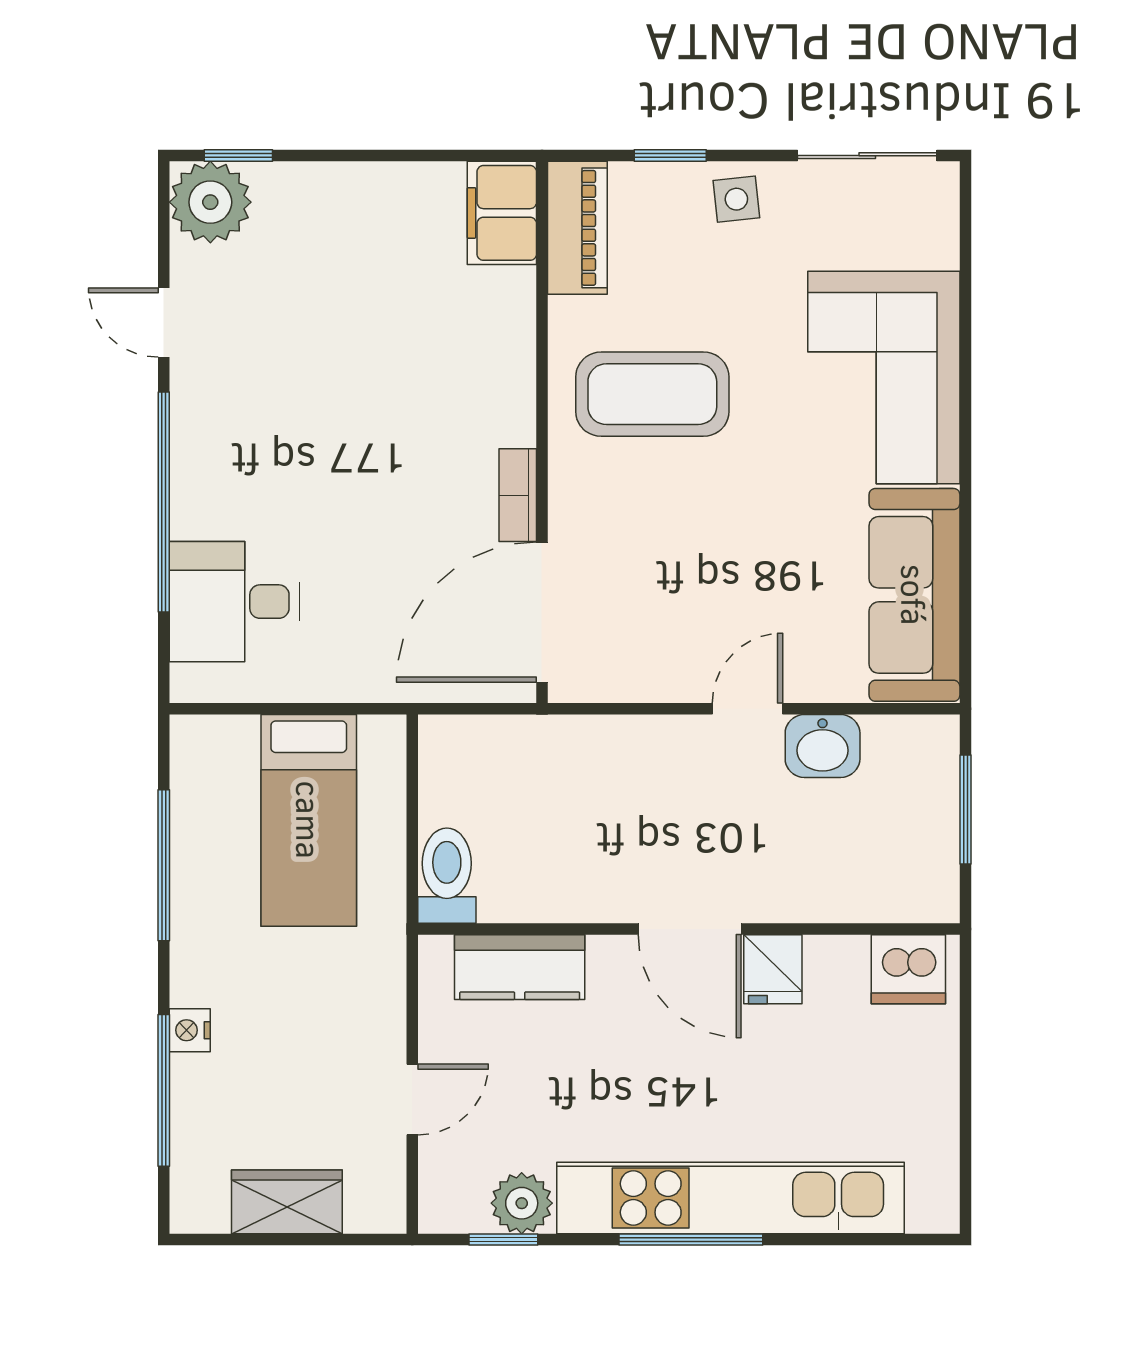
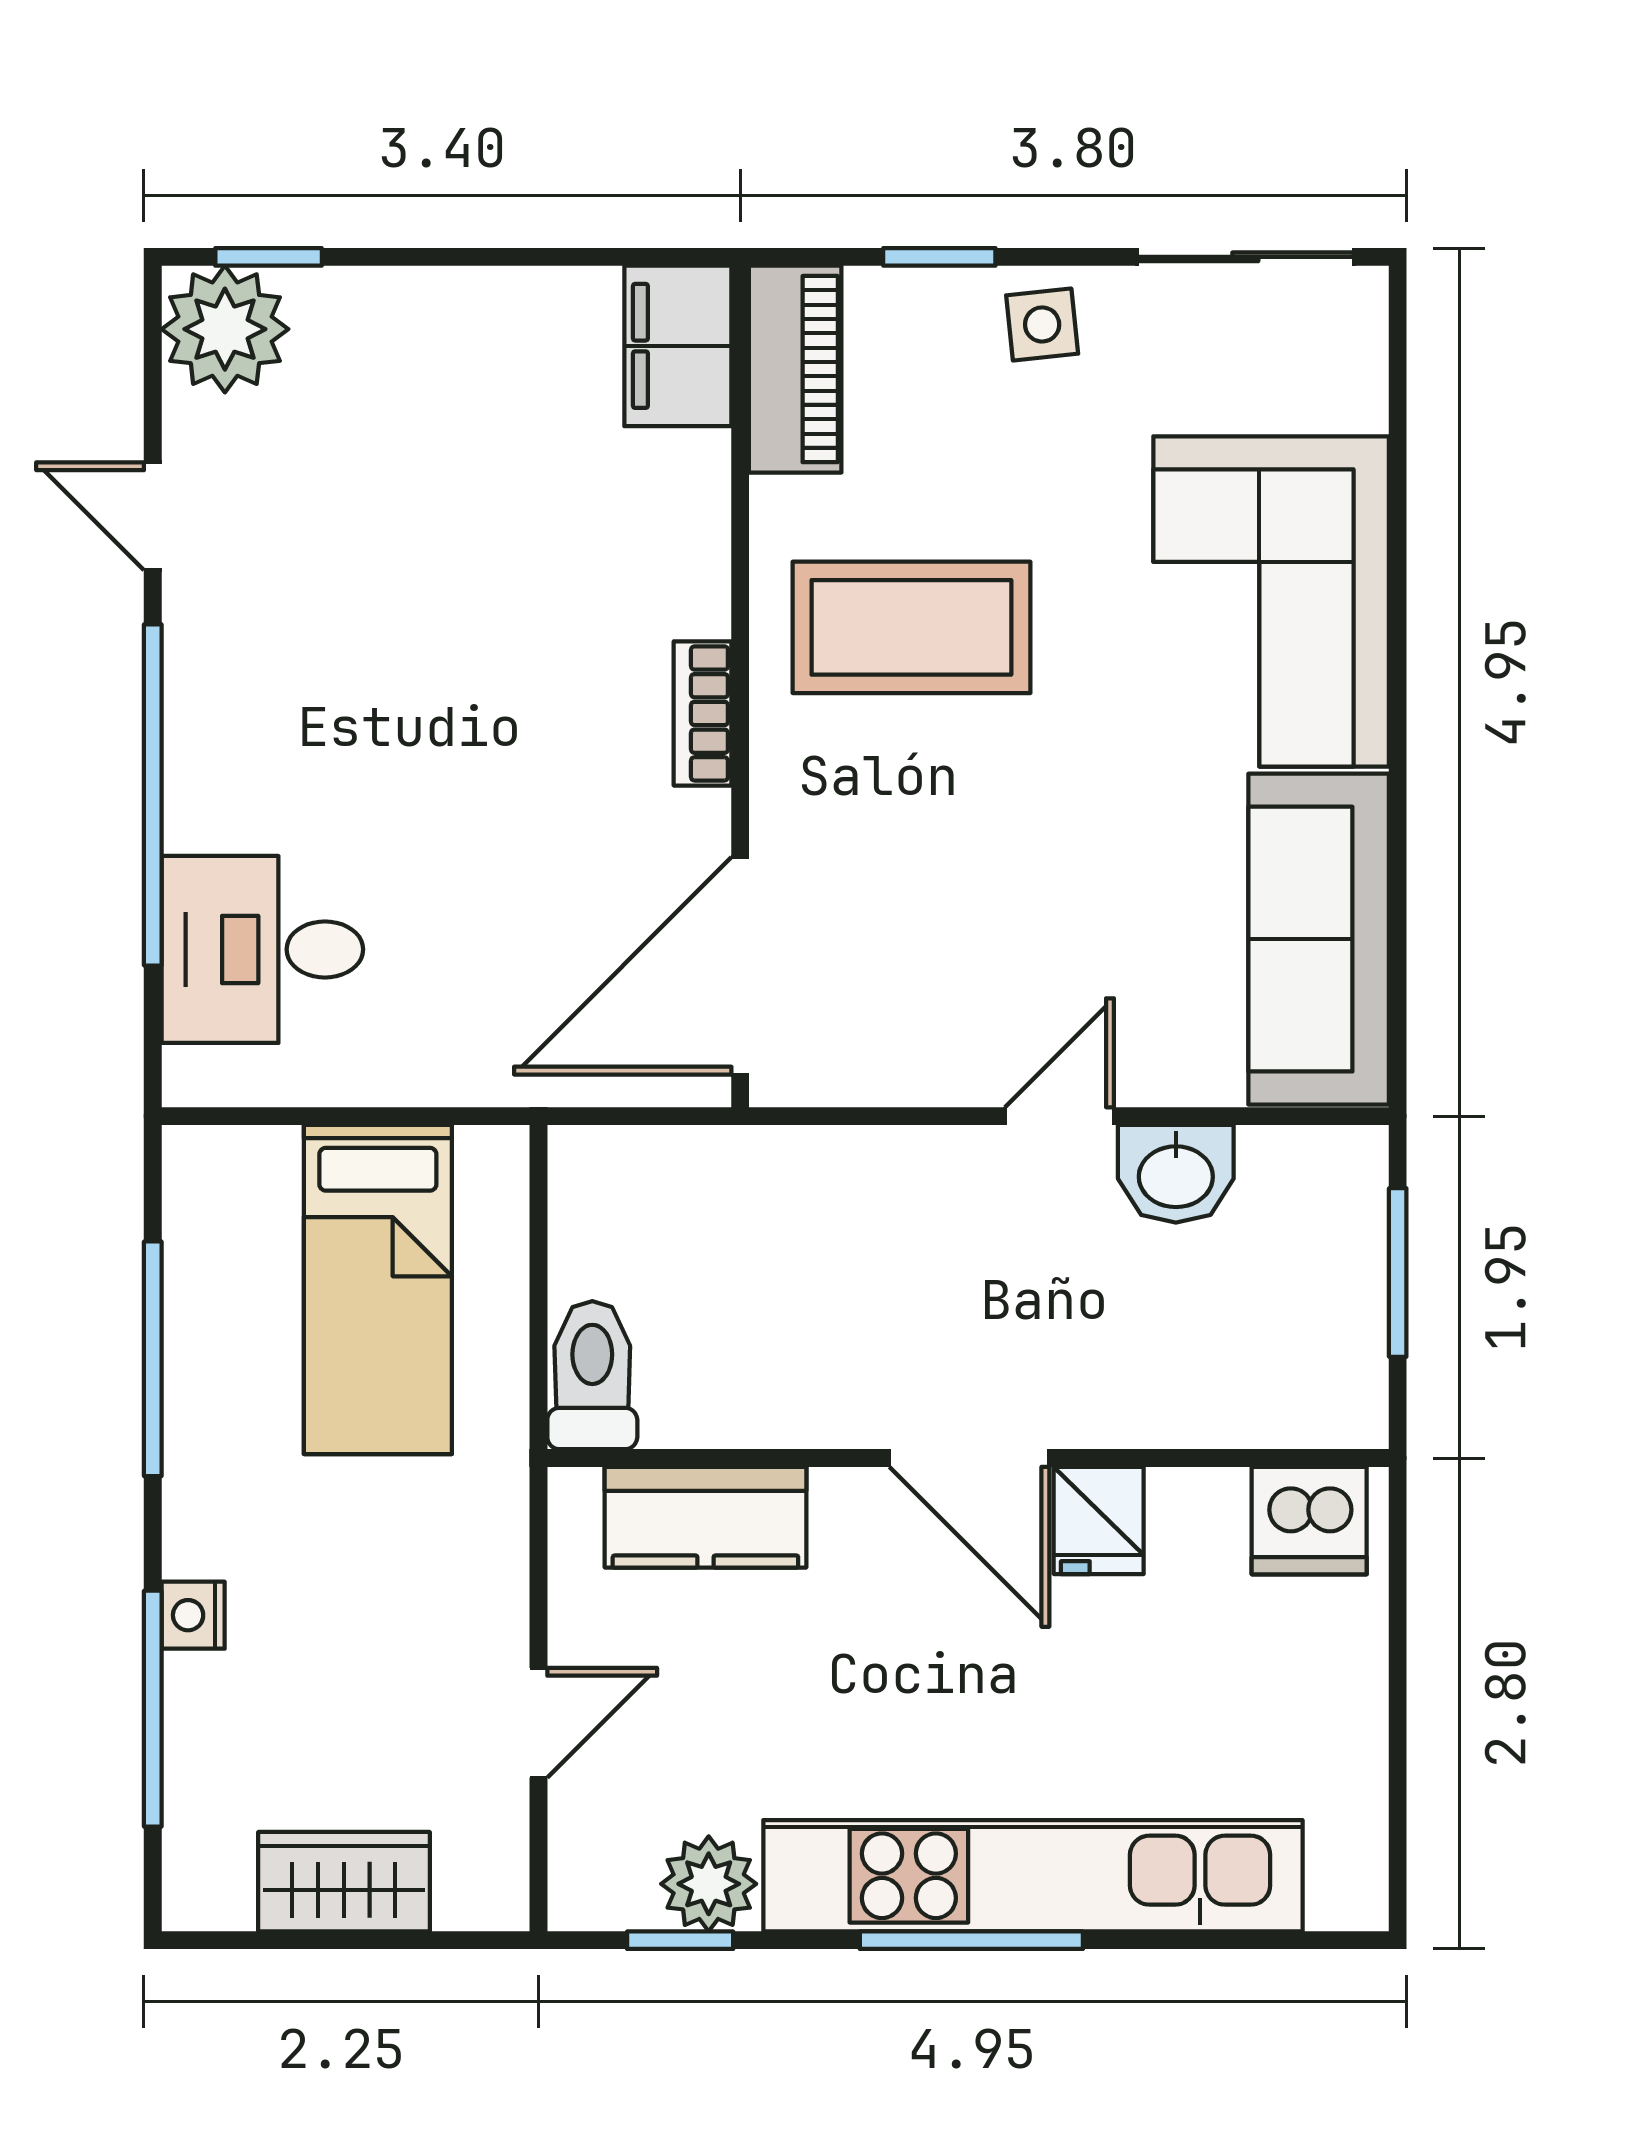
bookcase: (518, 495) -> (703, 713), moved

